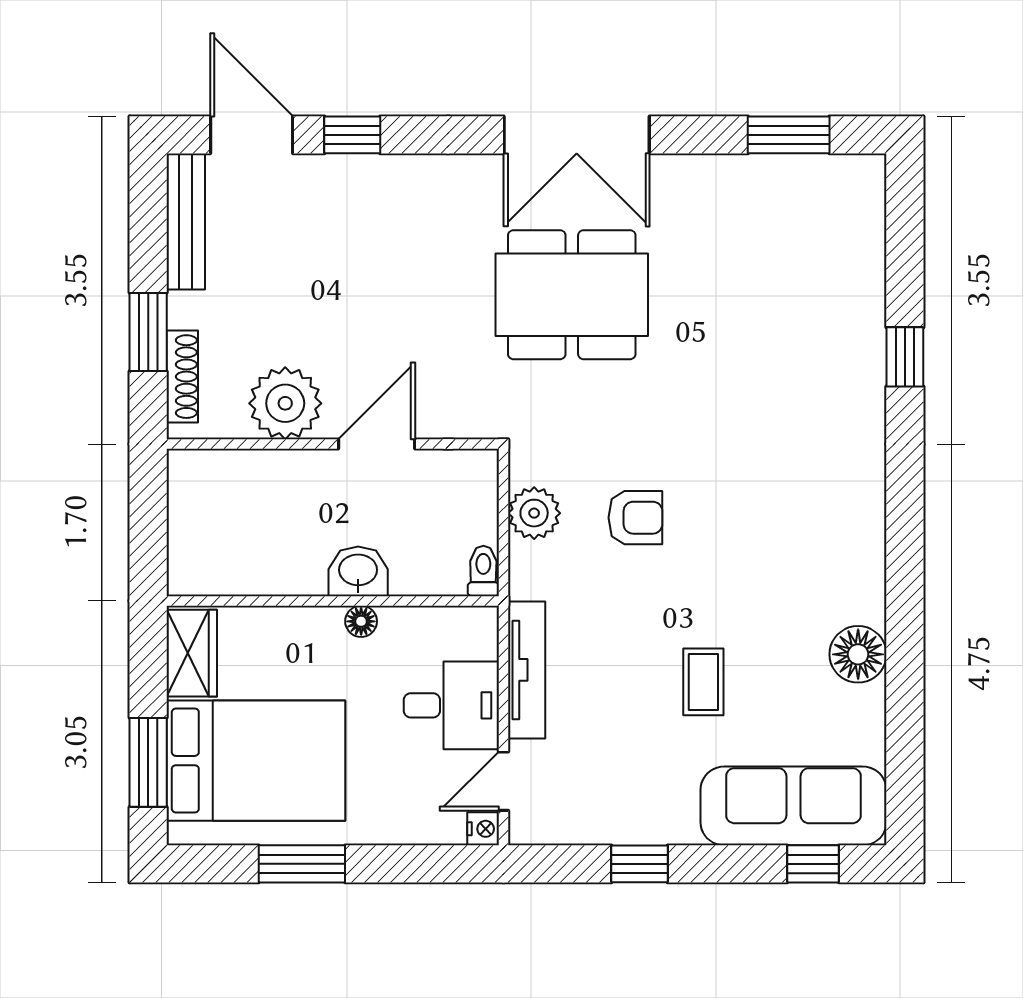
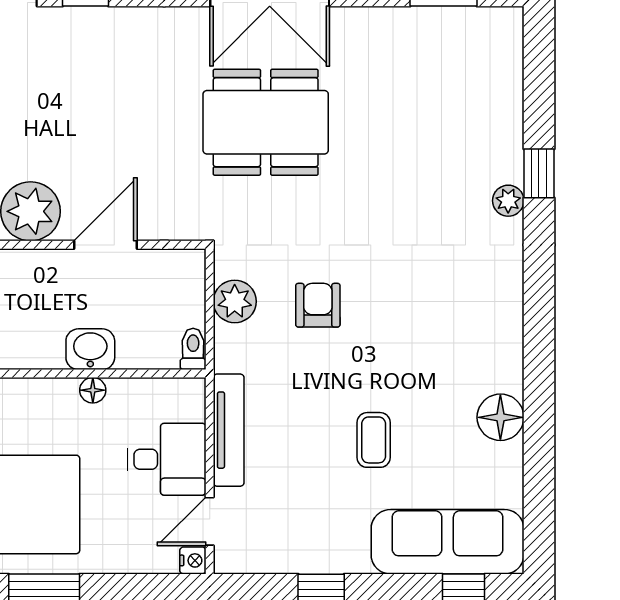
plant: (867, 390) -> (508, 201), added
armchair: (635, 518) -> (318, 305), turned -90

